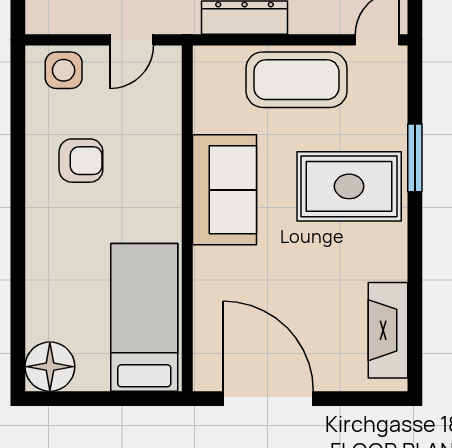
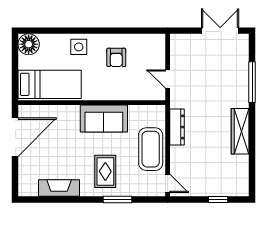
side table: (64, 70) -> (79, 47), moved
rug: (349, 186) -> (105, 171), width x0.73, depth x0.70
fireplace: (388, 330) -> (59, 188), moved

